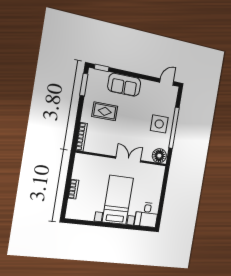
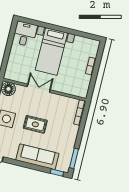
sofa: (124, 85) -> (37, 157), width x1.36
rug: (105, 111) -> (35, 124), moved
double door: (128, 159) -> (39, 88), swing flipped

